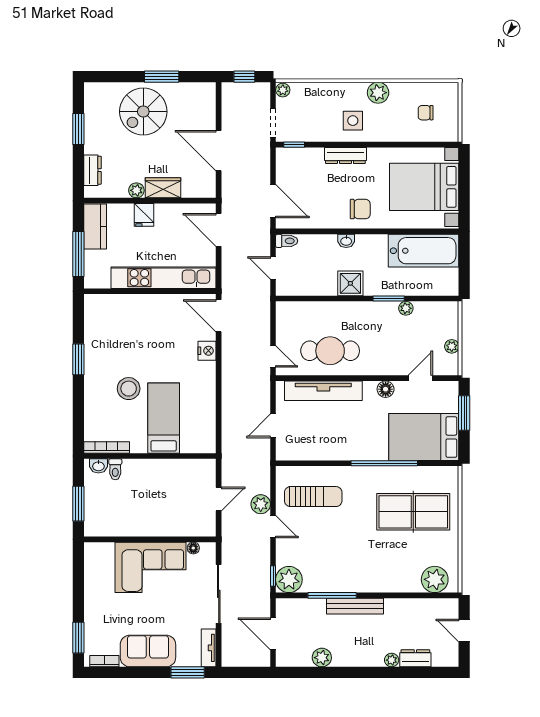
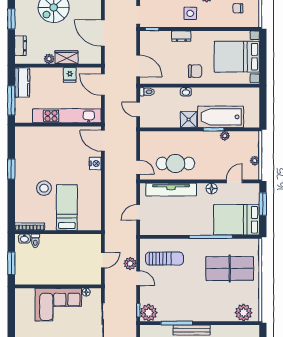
dresser: (345, 155) -> (181, 36), width x0.70
fridge: (144, 215) -> (70, 75), moved
bathtub: (424, 251) -> (221, 117), moved, turned 180

